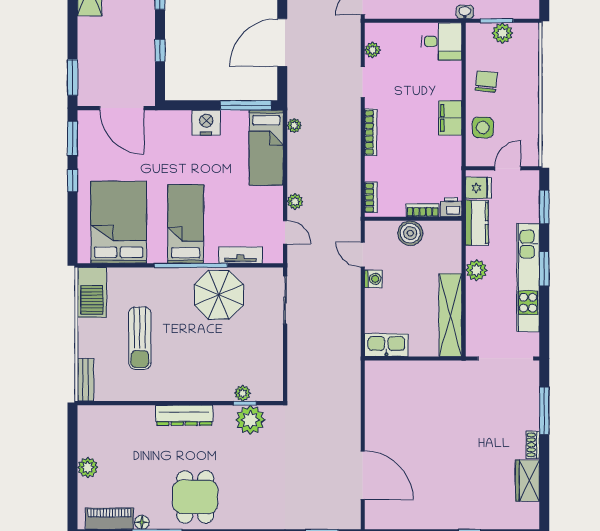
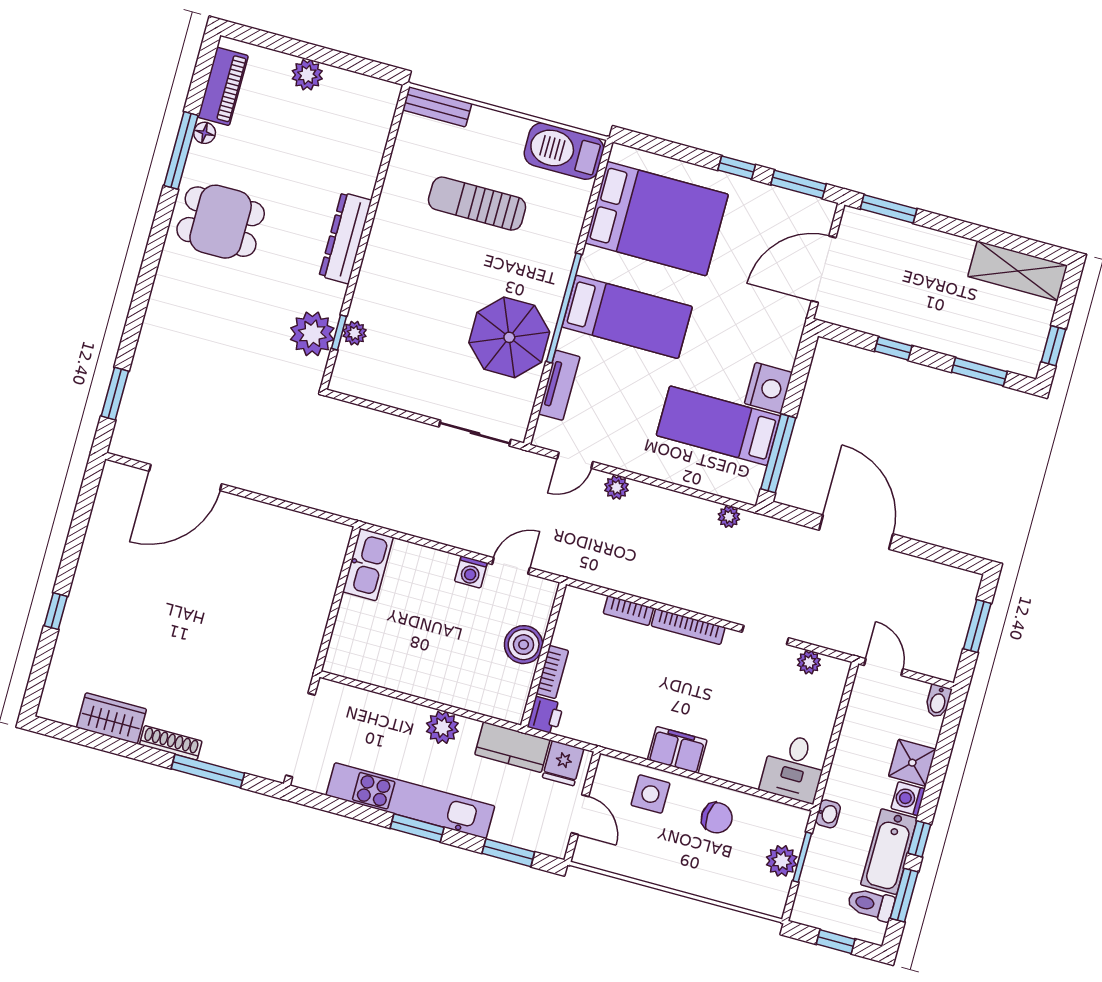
bed: (266, 148) -> (718, 426), moved
bookcase: (371, 197) -> (628, 611), moved
shelving: (450, 315) -> (386, 671), removed
shoe rack: (533, 445) -> (171, 743), width x1.43

